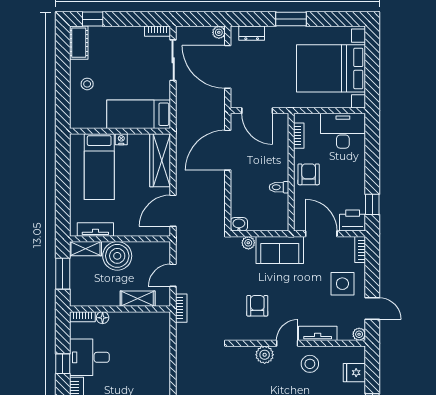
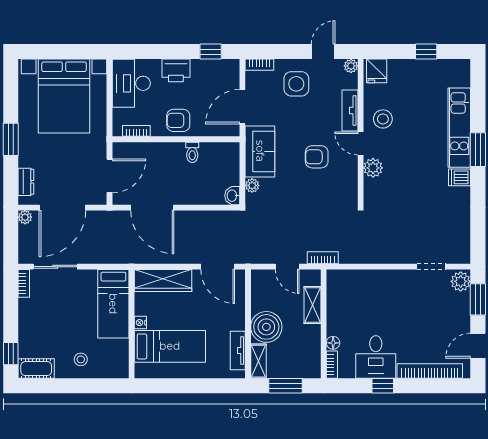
printer: (353, 221) -> (176, 70), moved, turned -90
armchair: (257, 306) -> (317, 157), moved
fridge: (354, 373) -> (377, 71), moved

